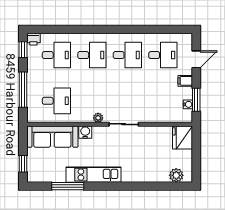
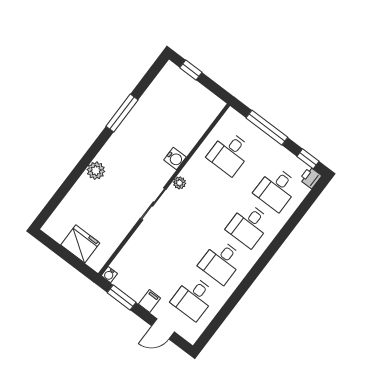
door: (196, 59) -> (163, 329), hinge flipped
water cooler: (188, 104) -> (109, 275), moved
sofa: (52, 137) -> (196, 121), removed
fridge: (183, 137) -> (80, 244), moved
kitchen unit: (94, 175) -> (125, 134), removed
plant: (176, 175) -> (96, 171), moved
window: (68, 186) -> (122, 113), moved

